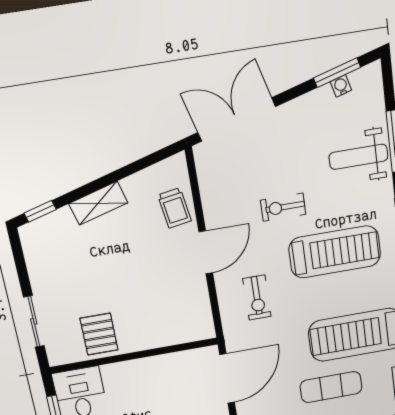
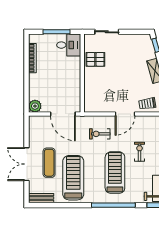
door: (206, 252) -> (125, 114), hinge flipped
treadmill: (335, 252) -> (115, 173), turned 180

